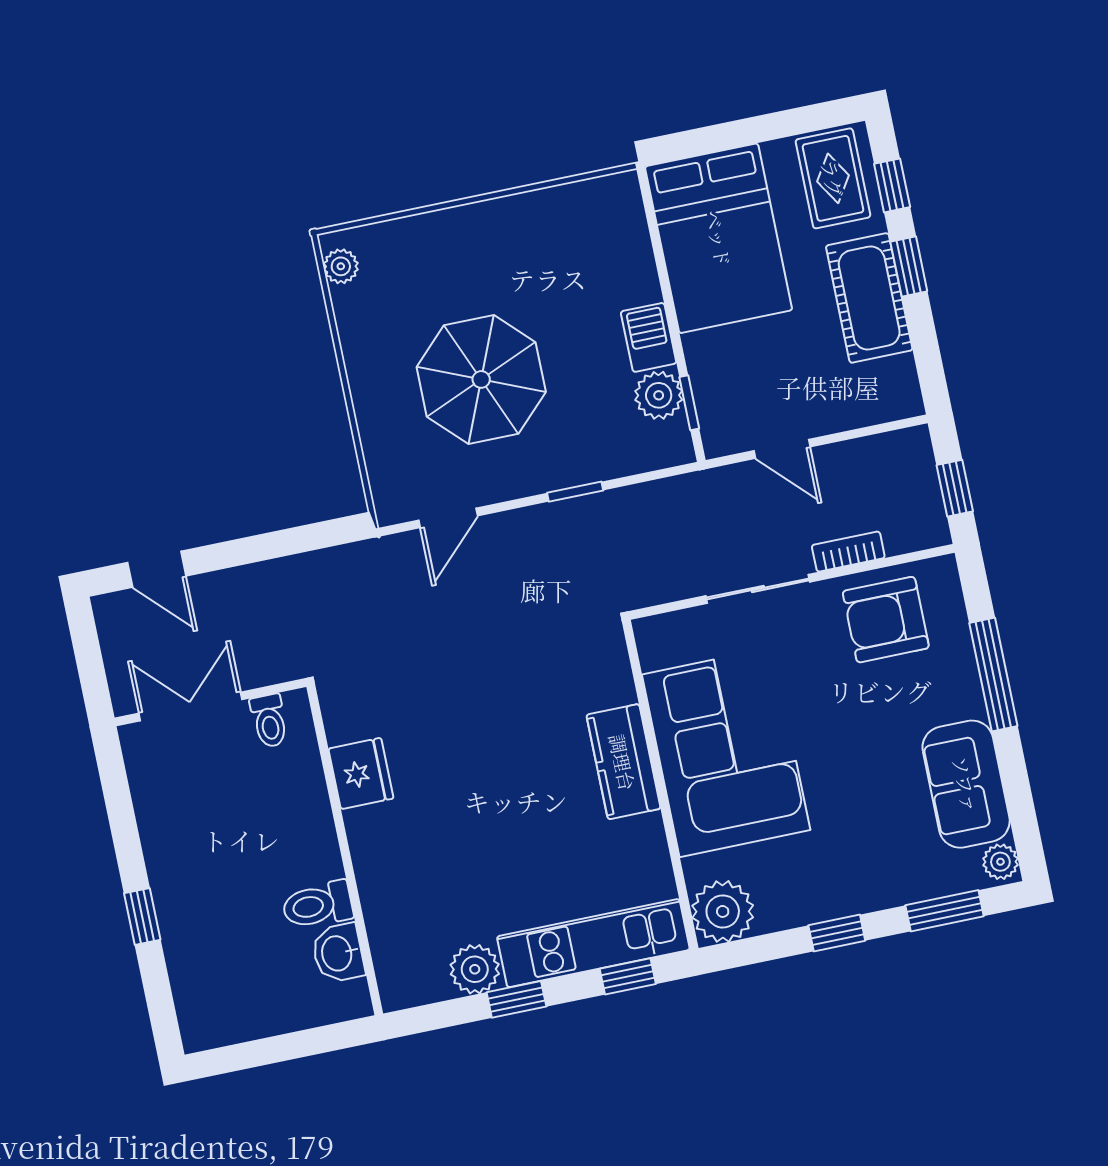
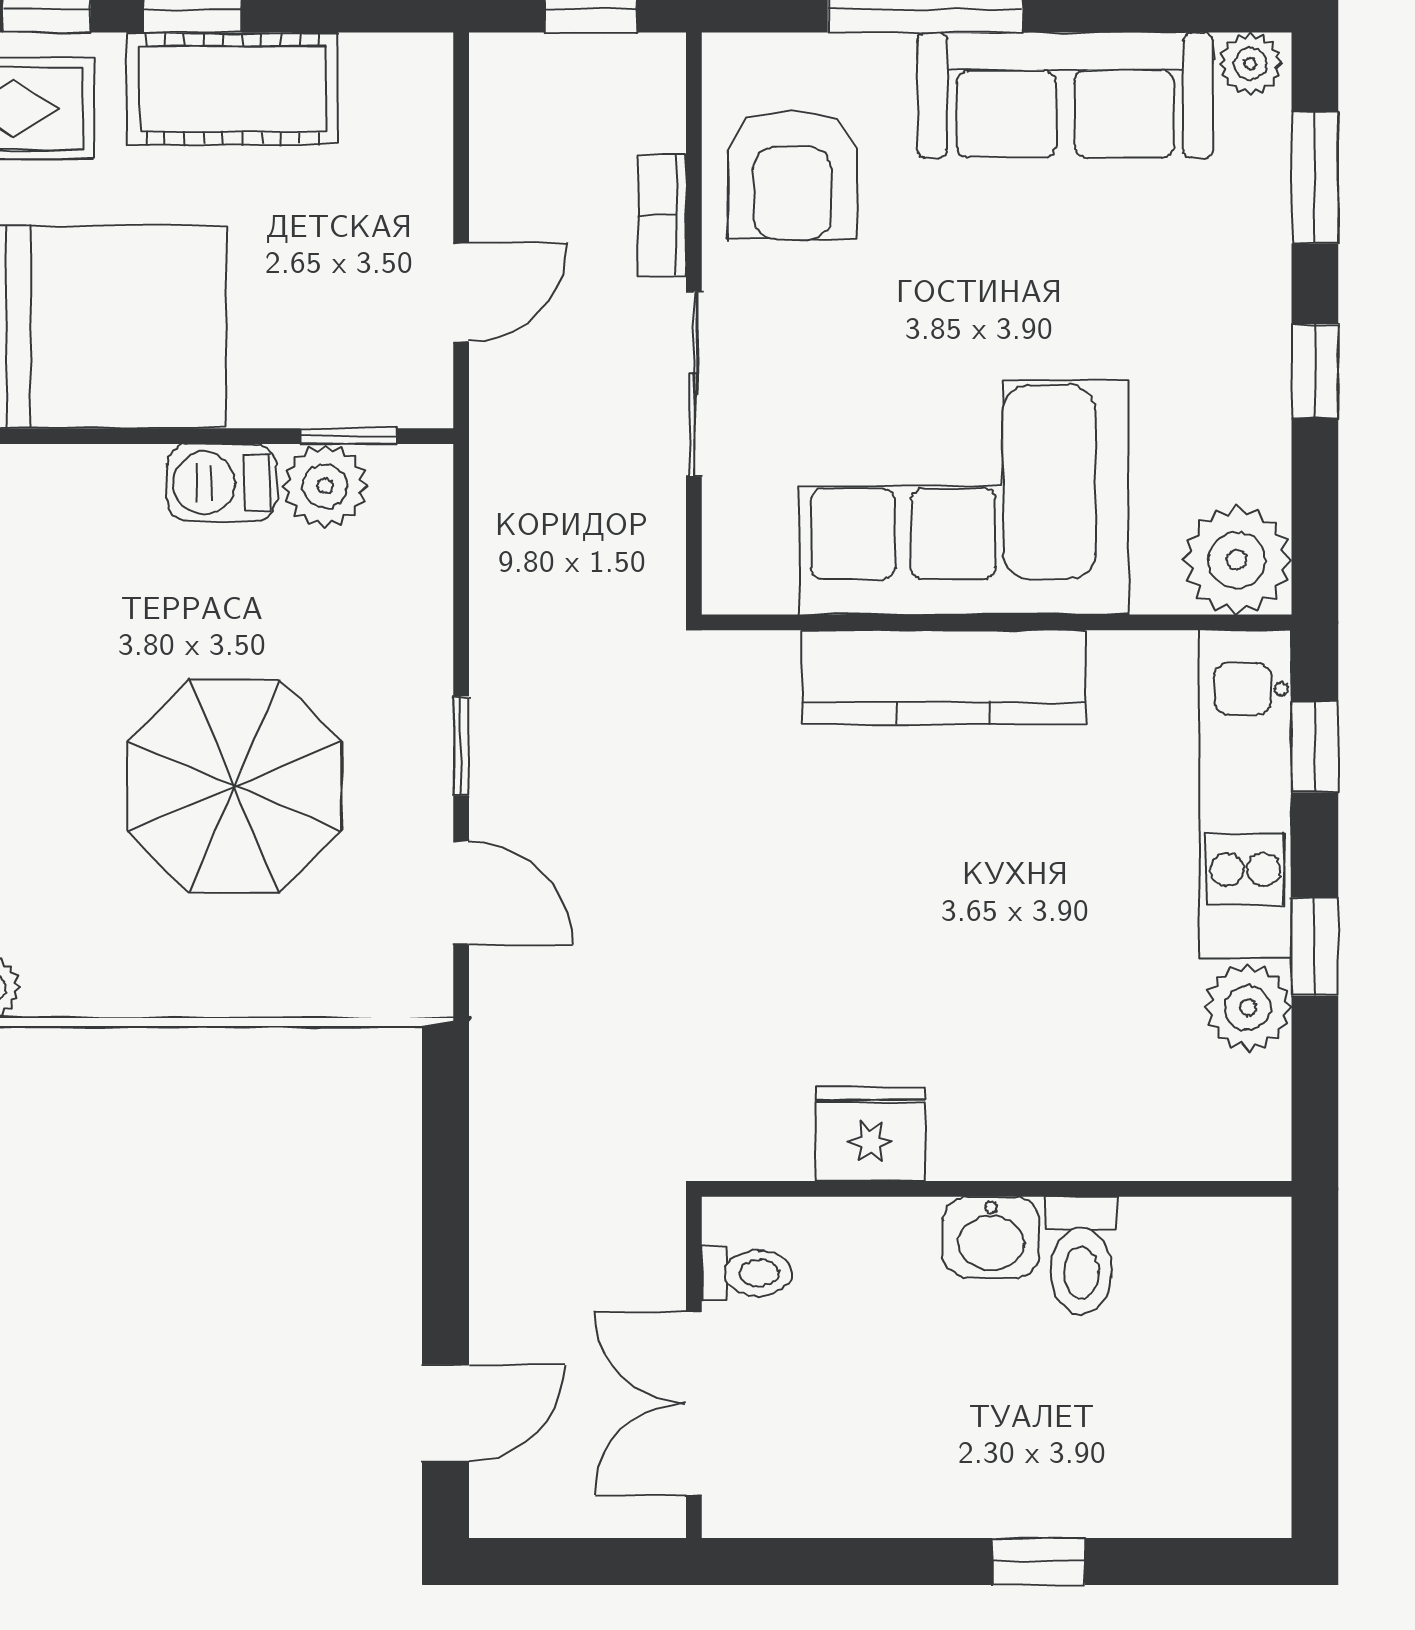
window: (575, 492) -> (461, 746), moved
kitchen counter: (623, 762) -> (944, 677), width x1.50
sofa: (966, 784) -> (1065, 95), width x1.36
washbasin: (338, 953) -> (991, 1237), moved

